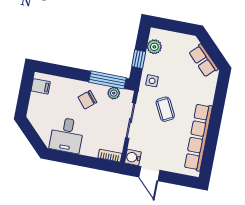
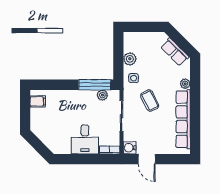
plant: (154, 47) -> (130, 59), moved
window: (139, 59) -> (118, 61), removed
plant: (208, 98) -> (185, 84), added
chair: (87, 100) -> (81, 105), removed
desk: (67, 135) -> (85, 139), moved

